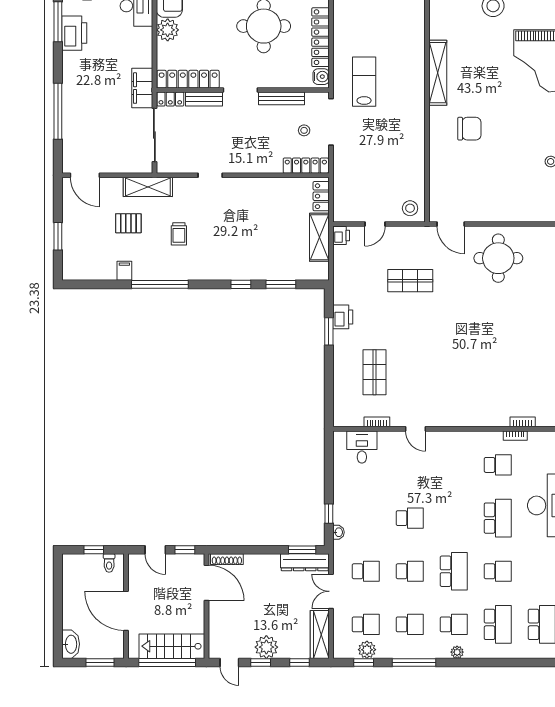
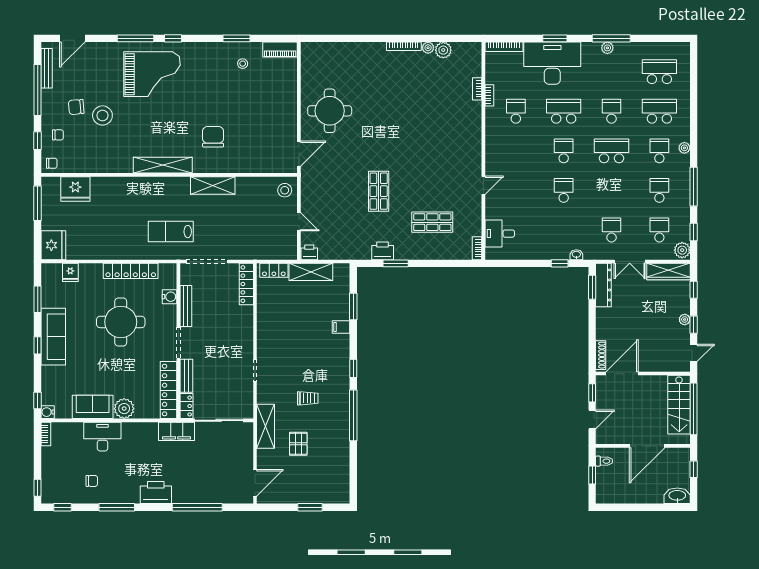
printer: (74, 33) -> (156, 493), moved
water cooler: (321, 77) -> (170, 297), moved, turned 90
shelving: (415, 128) -> (213, 185), added
stool: (304, 130) -> (215, 286), removed
filing cabinet: (124, 271) -> (341, 327), moved
shop shelf: (410, 281) -> (379, 191), moved
window: (241, 284) -> (353, 368), moved
bookcase: (377, 422) -> (477, 248), moved
school desk: (410, 571) -> (564, 151), moved
plant: (266, 647) -> (685, 320), width x0.53, depth x0.53
plant: (367, 650) -> (682, 250), moved
window: (100, 663) -> (694, 469), width x0.67

